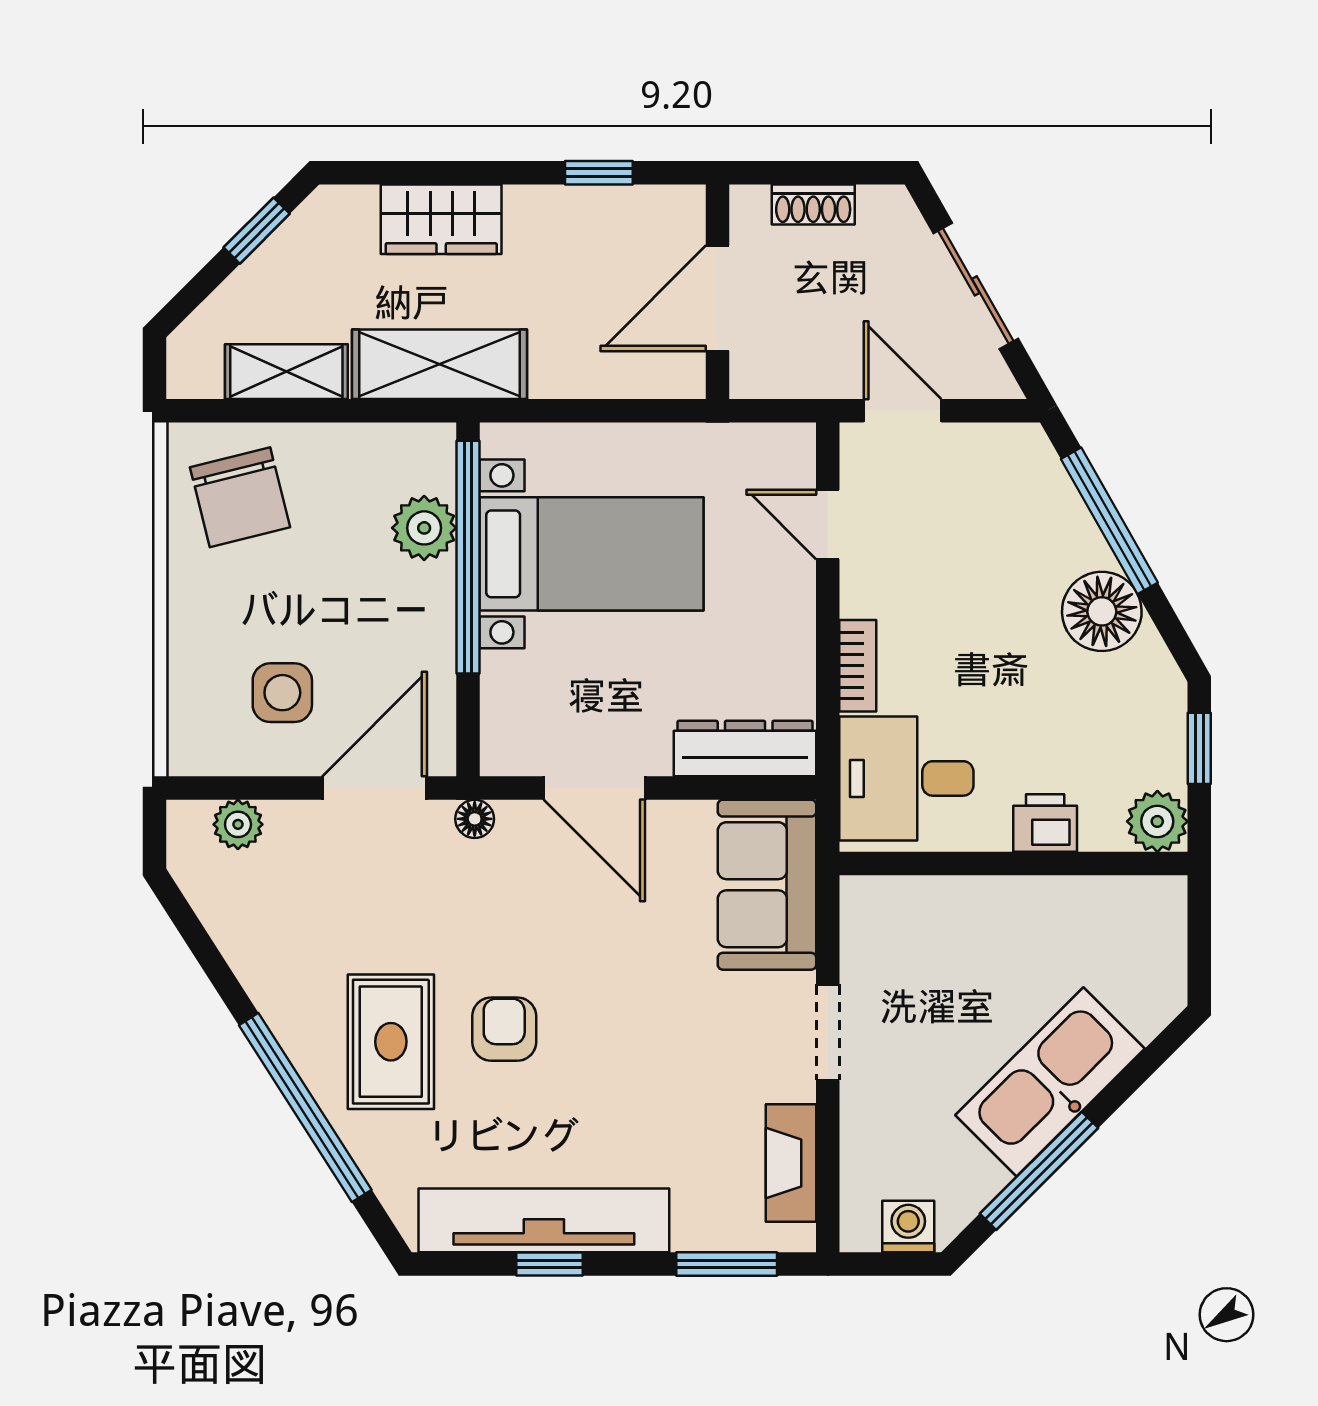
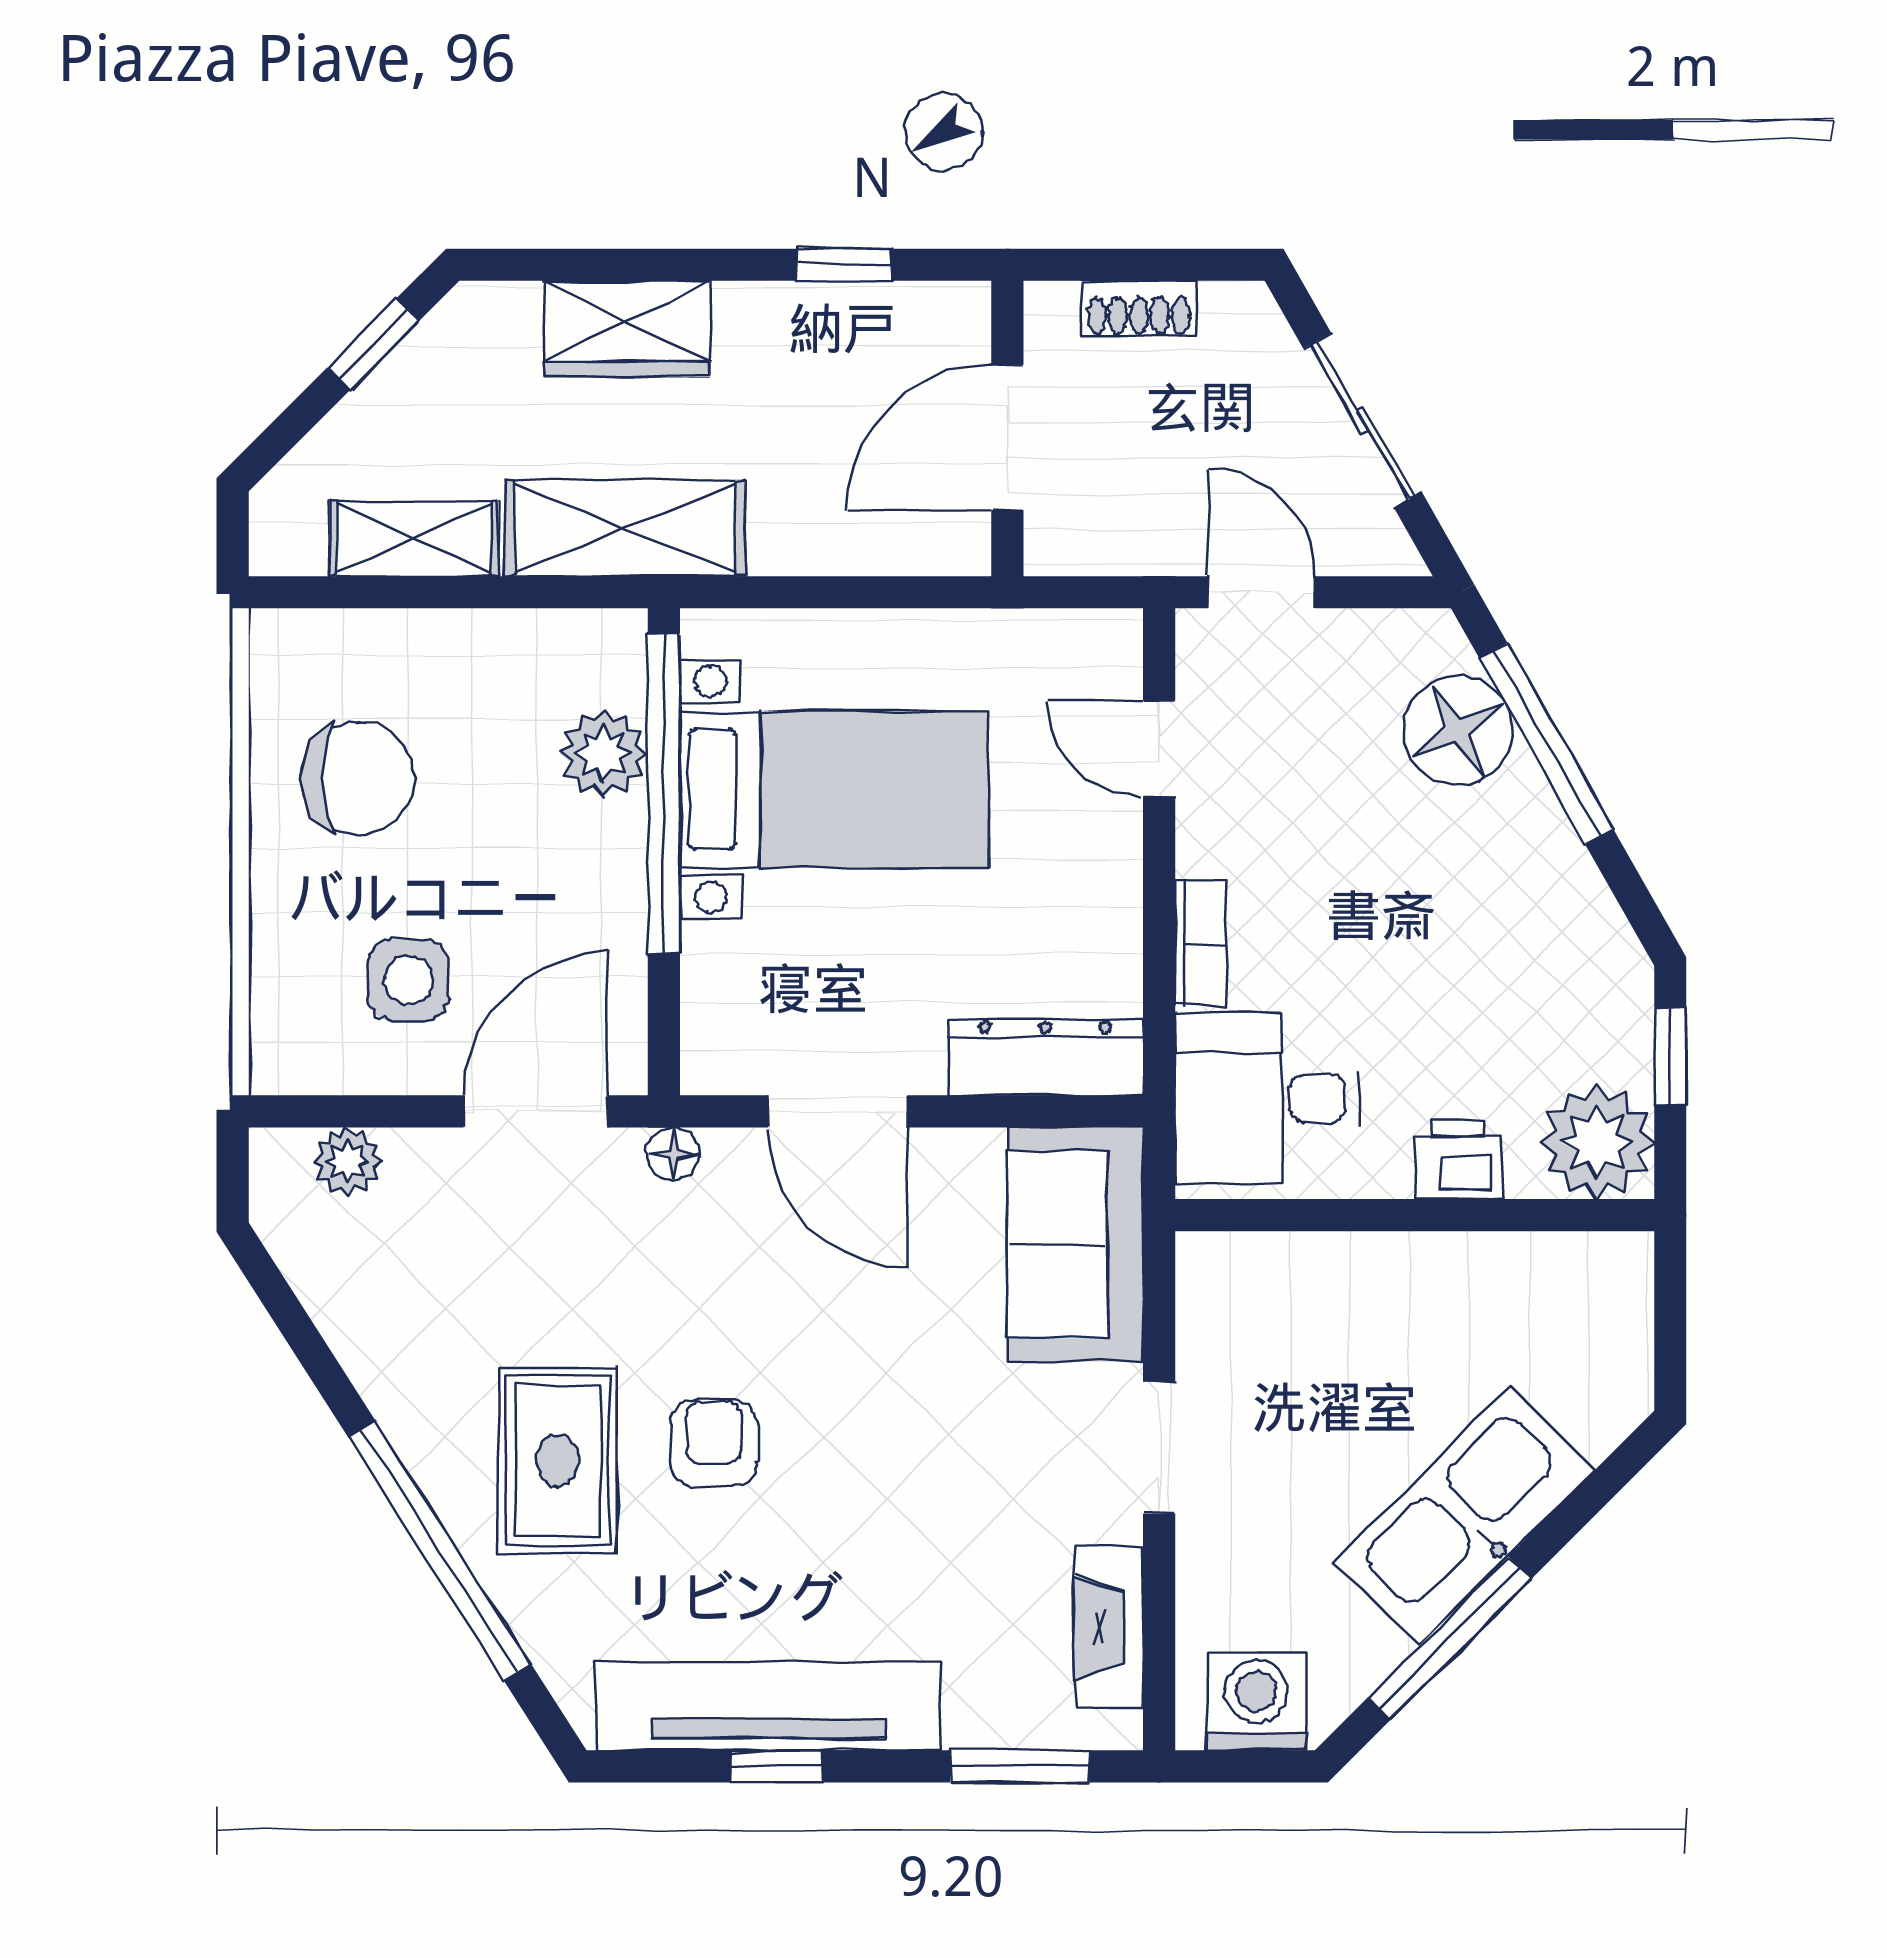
chair: (240, 497) -> (357, 778), moved, turned -76
floor lamp: (1102, 611) -> (1458, 731), moved
plant: (1157, 821) -> (1597, 1142), width x1.36, depth x1.36
washing machine: (908, 1226) -> (1256, 1701), width x1.38, depth x1.38

